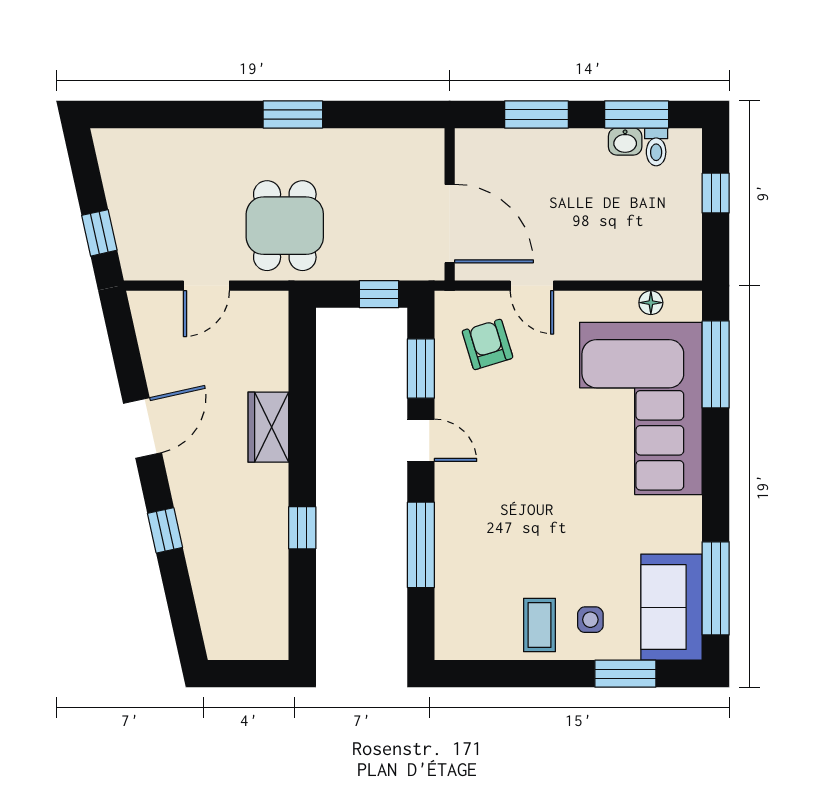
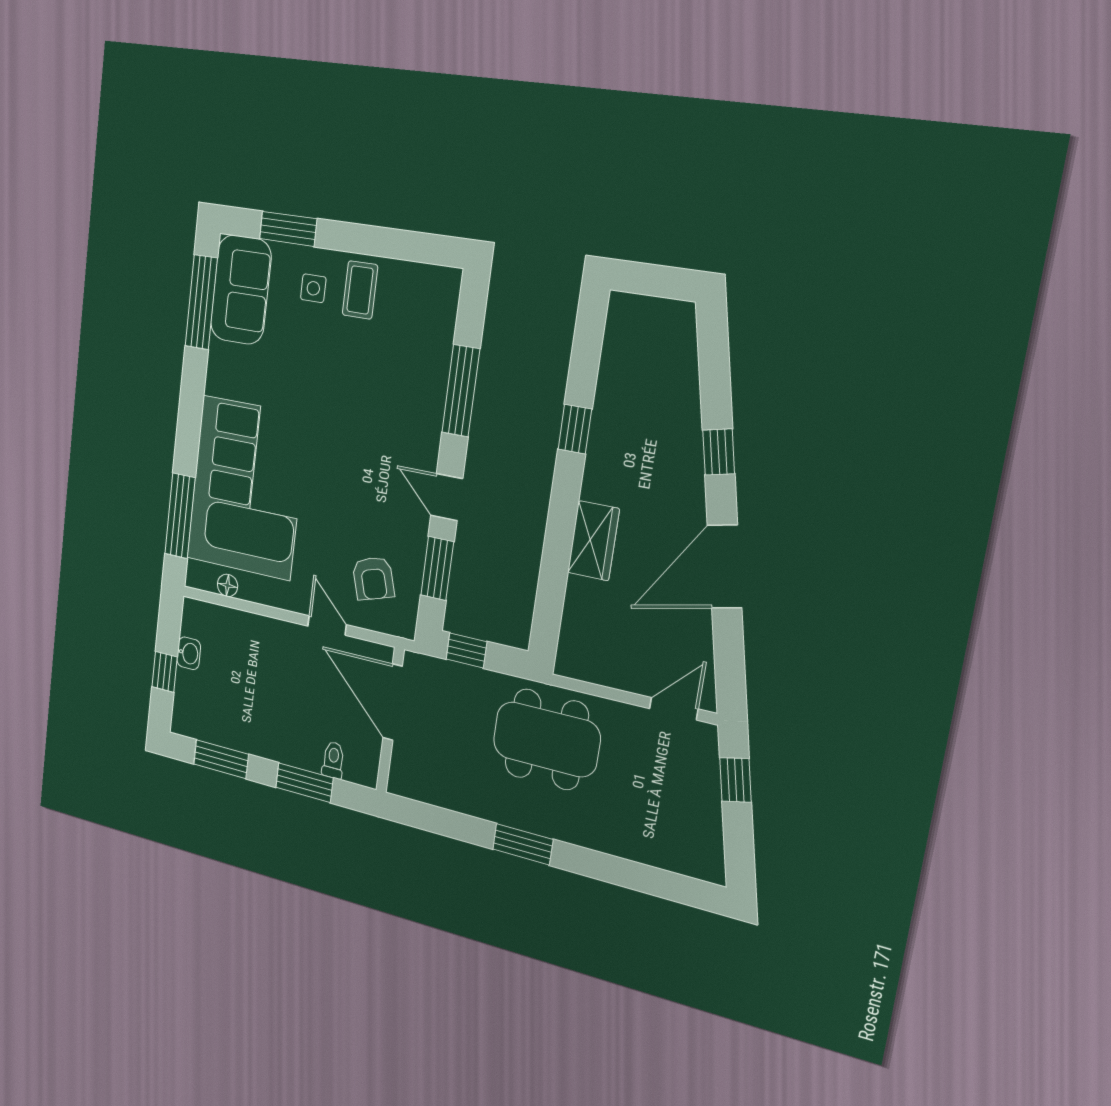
washbasin: (625, 142) -> (189, 653), moved, turned 90
toilet: (656, 147) -> (333, 760), moved
dining table: (285, 226) -> (547, 739), width x1.37
door: (206, 286) -> (674, 709), moved
door: (142, 428) -> (725, 567), width x1.36

